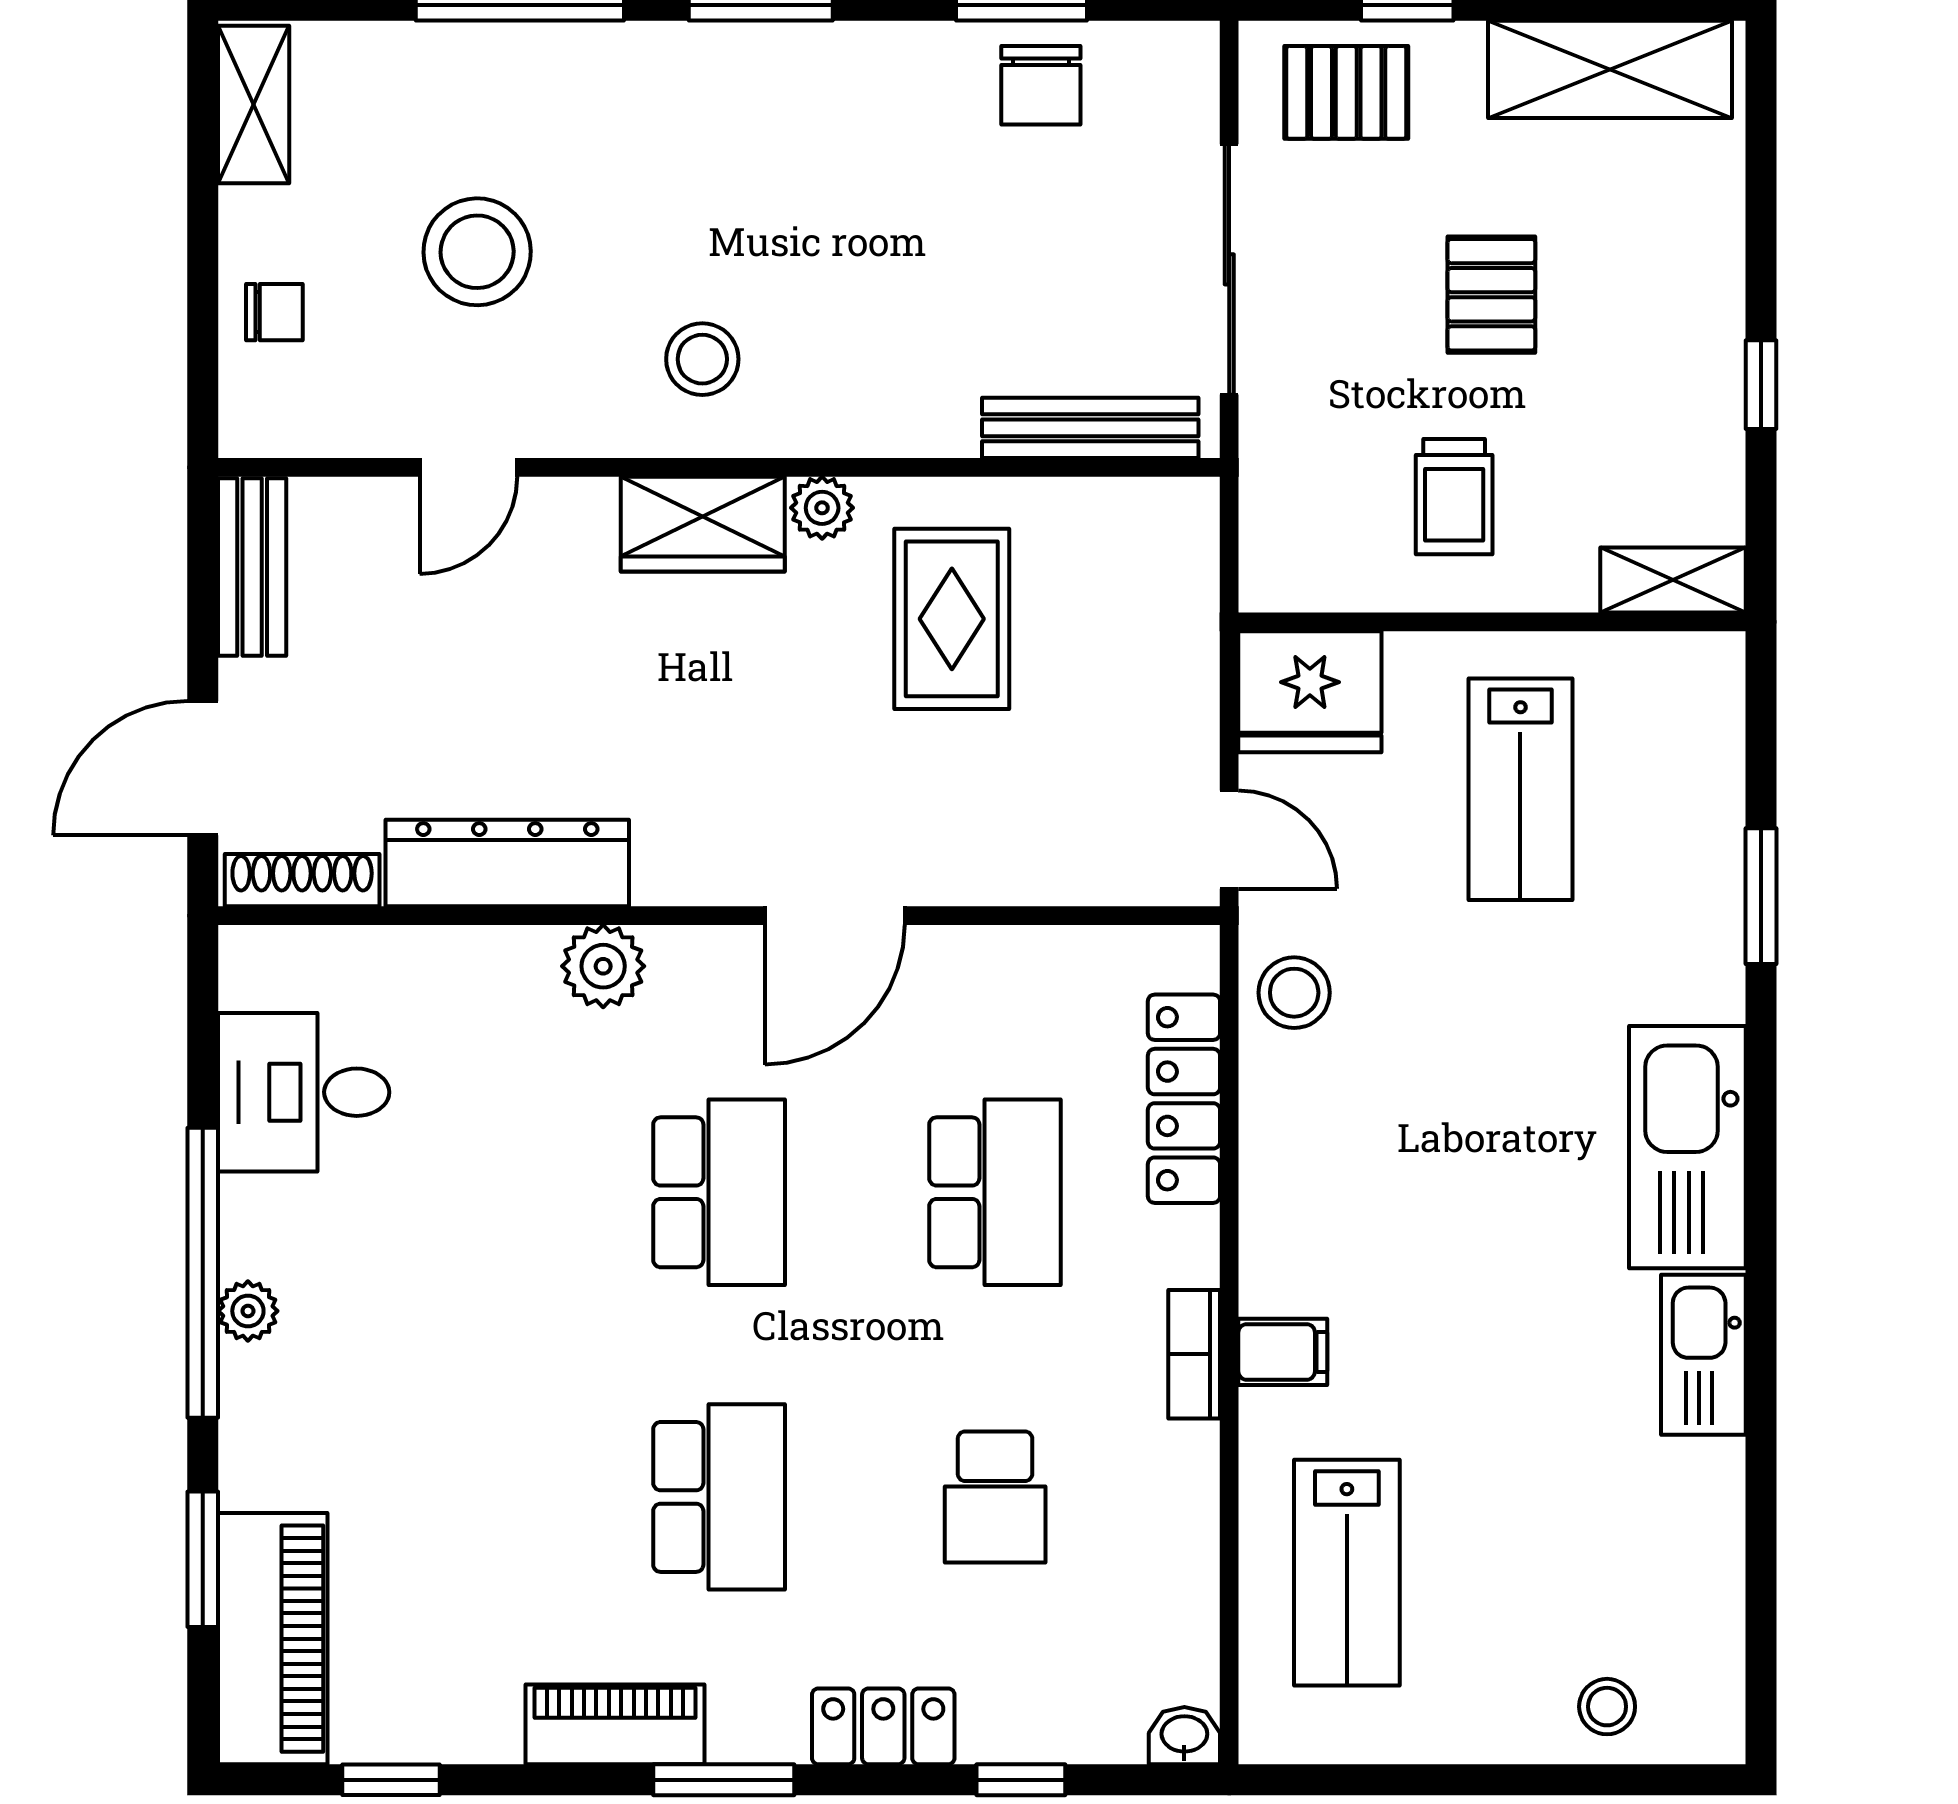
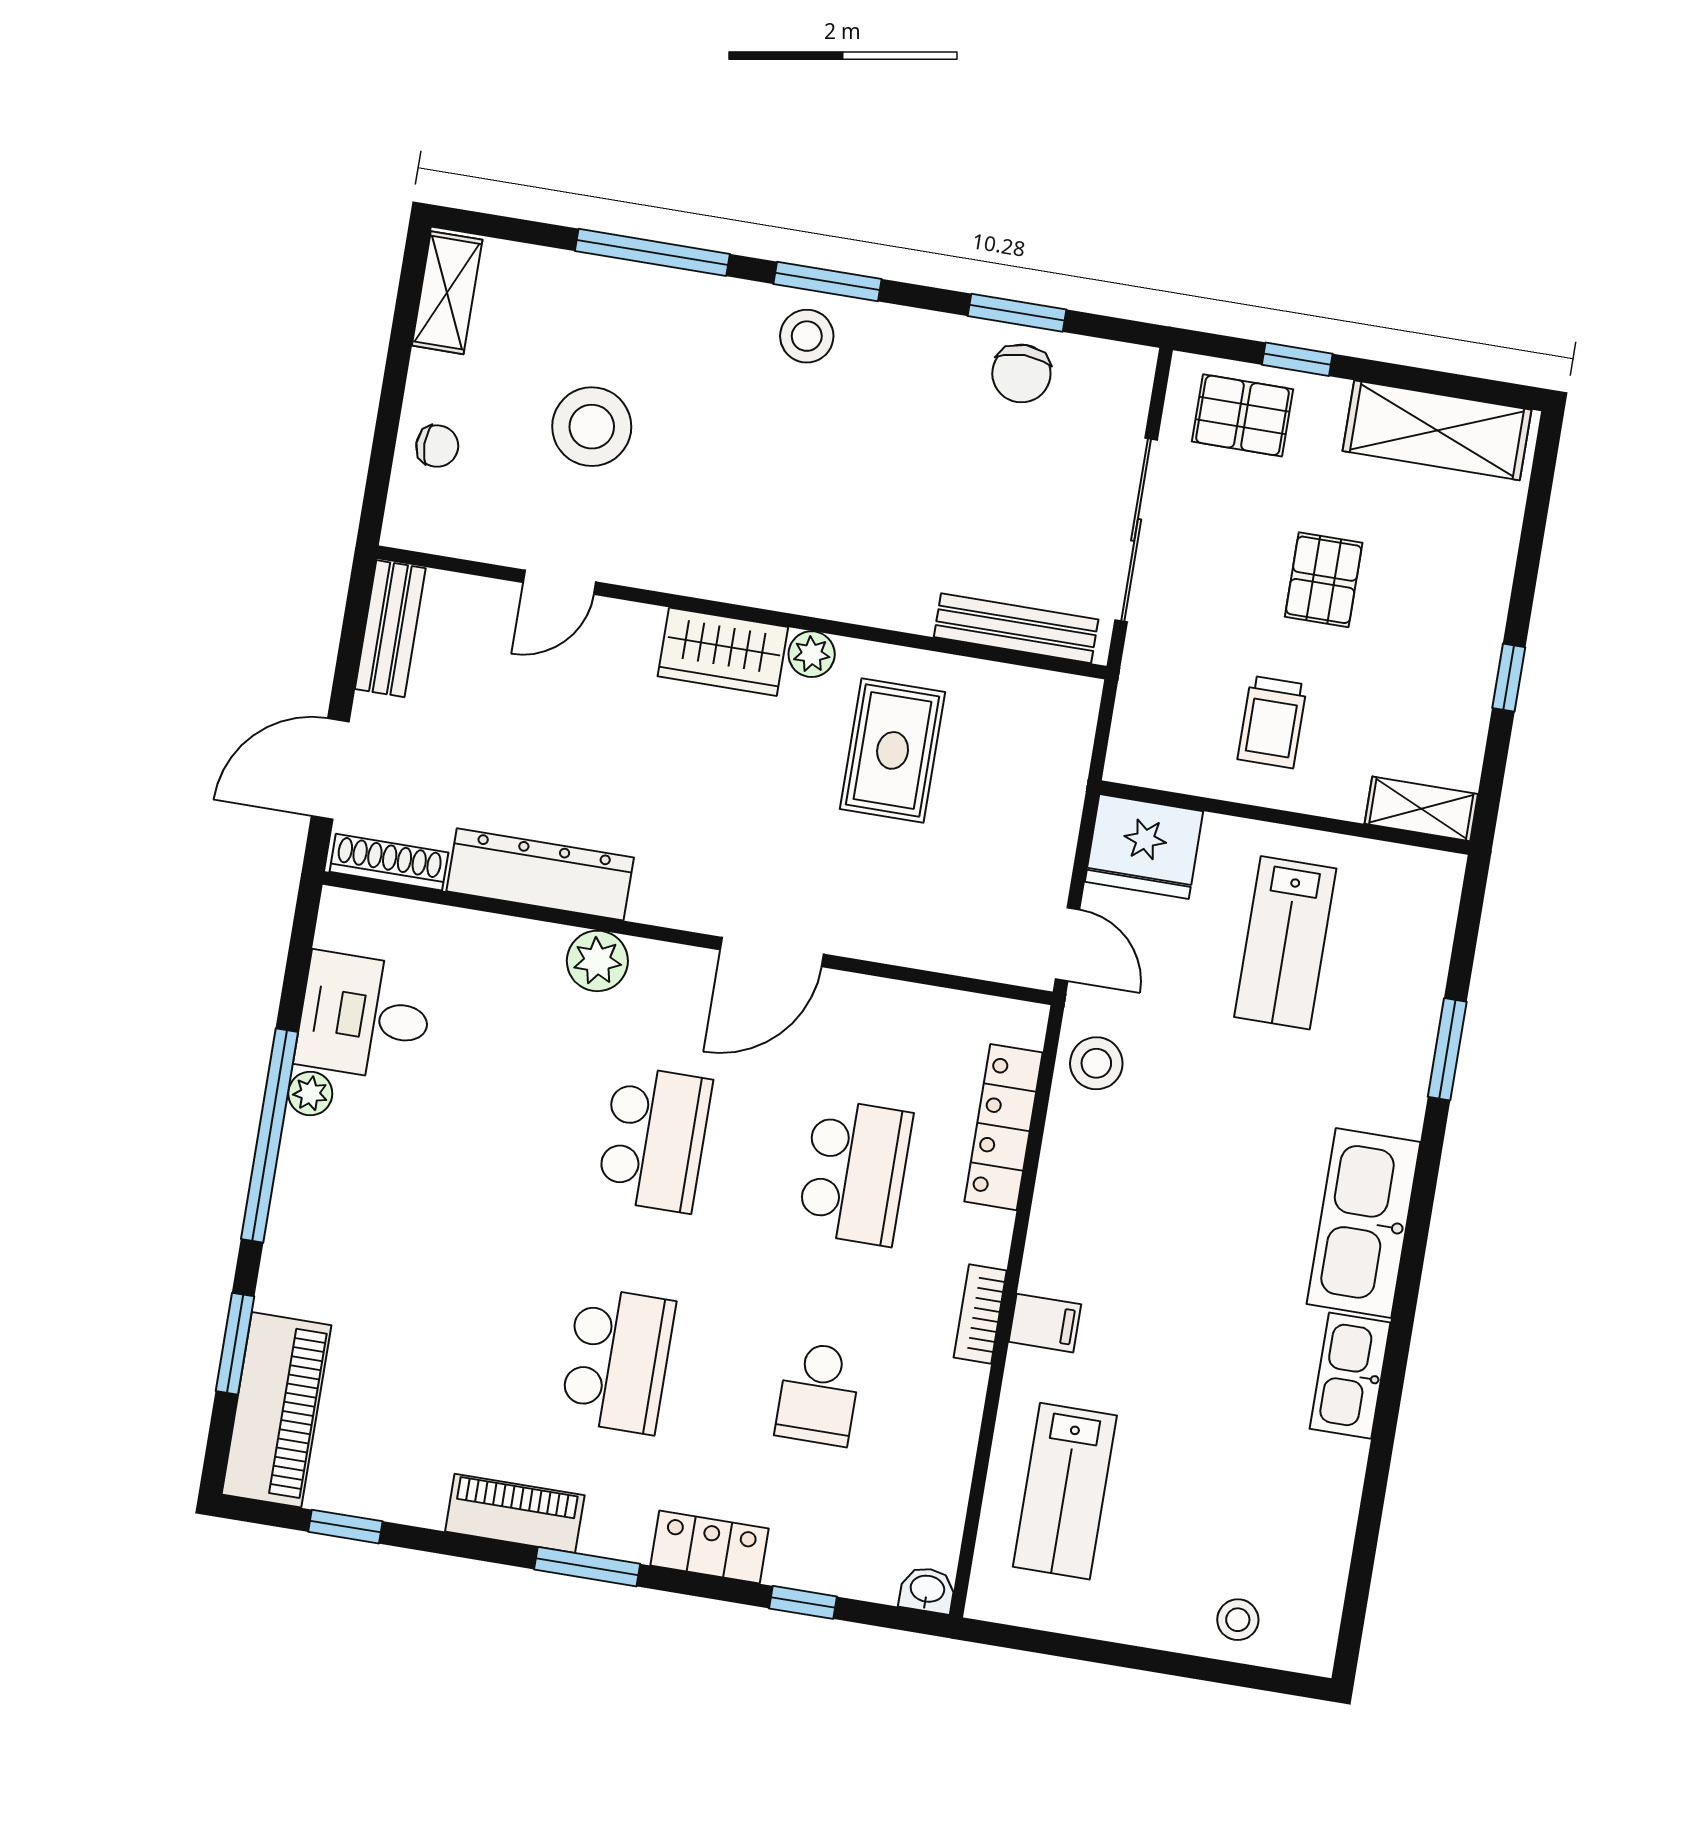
stool: (702, 359) -> (807, 336), moved
plant: (248, 1311) -> (310, 1094), moved

